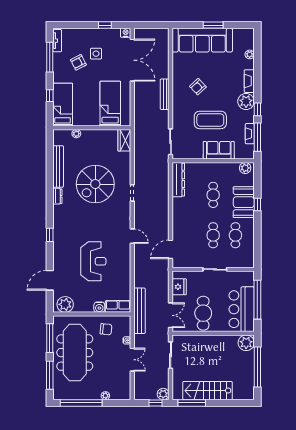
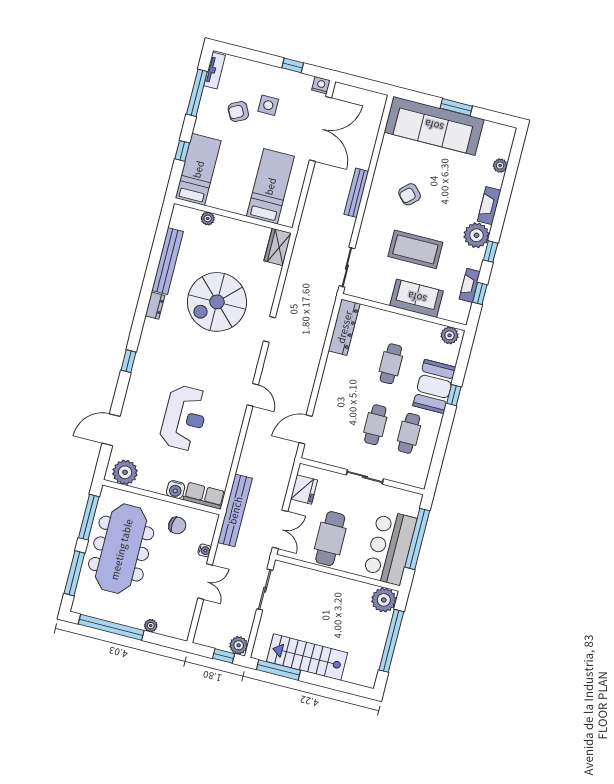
window: (257, 137) -> (480, 293), width x0.46

